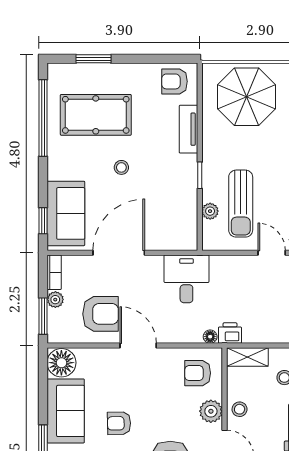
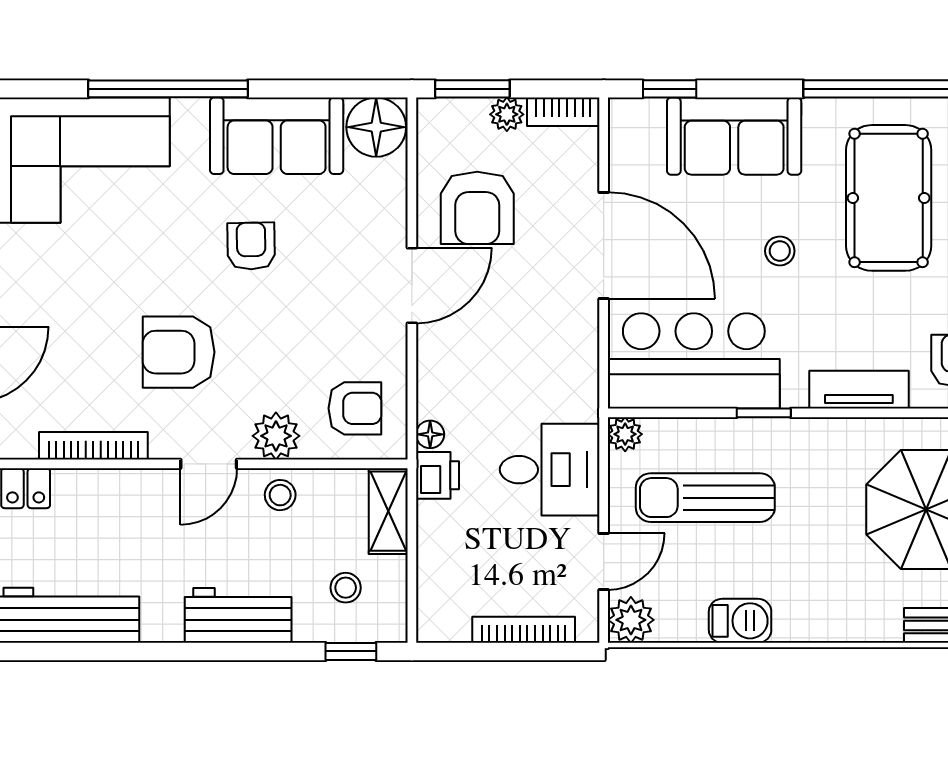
bar counter: (175, 209) -> (694, 361), added
plant: (210, 211) -> (625, 434), moved
sofa: (66, 213) -> (734, 136), moved
desk: (186, 279) -> (550, 470), moved
armchair: (198, 373) -> (355, 408), turned 90

